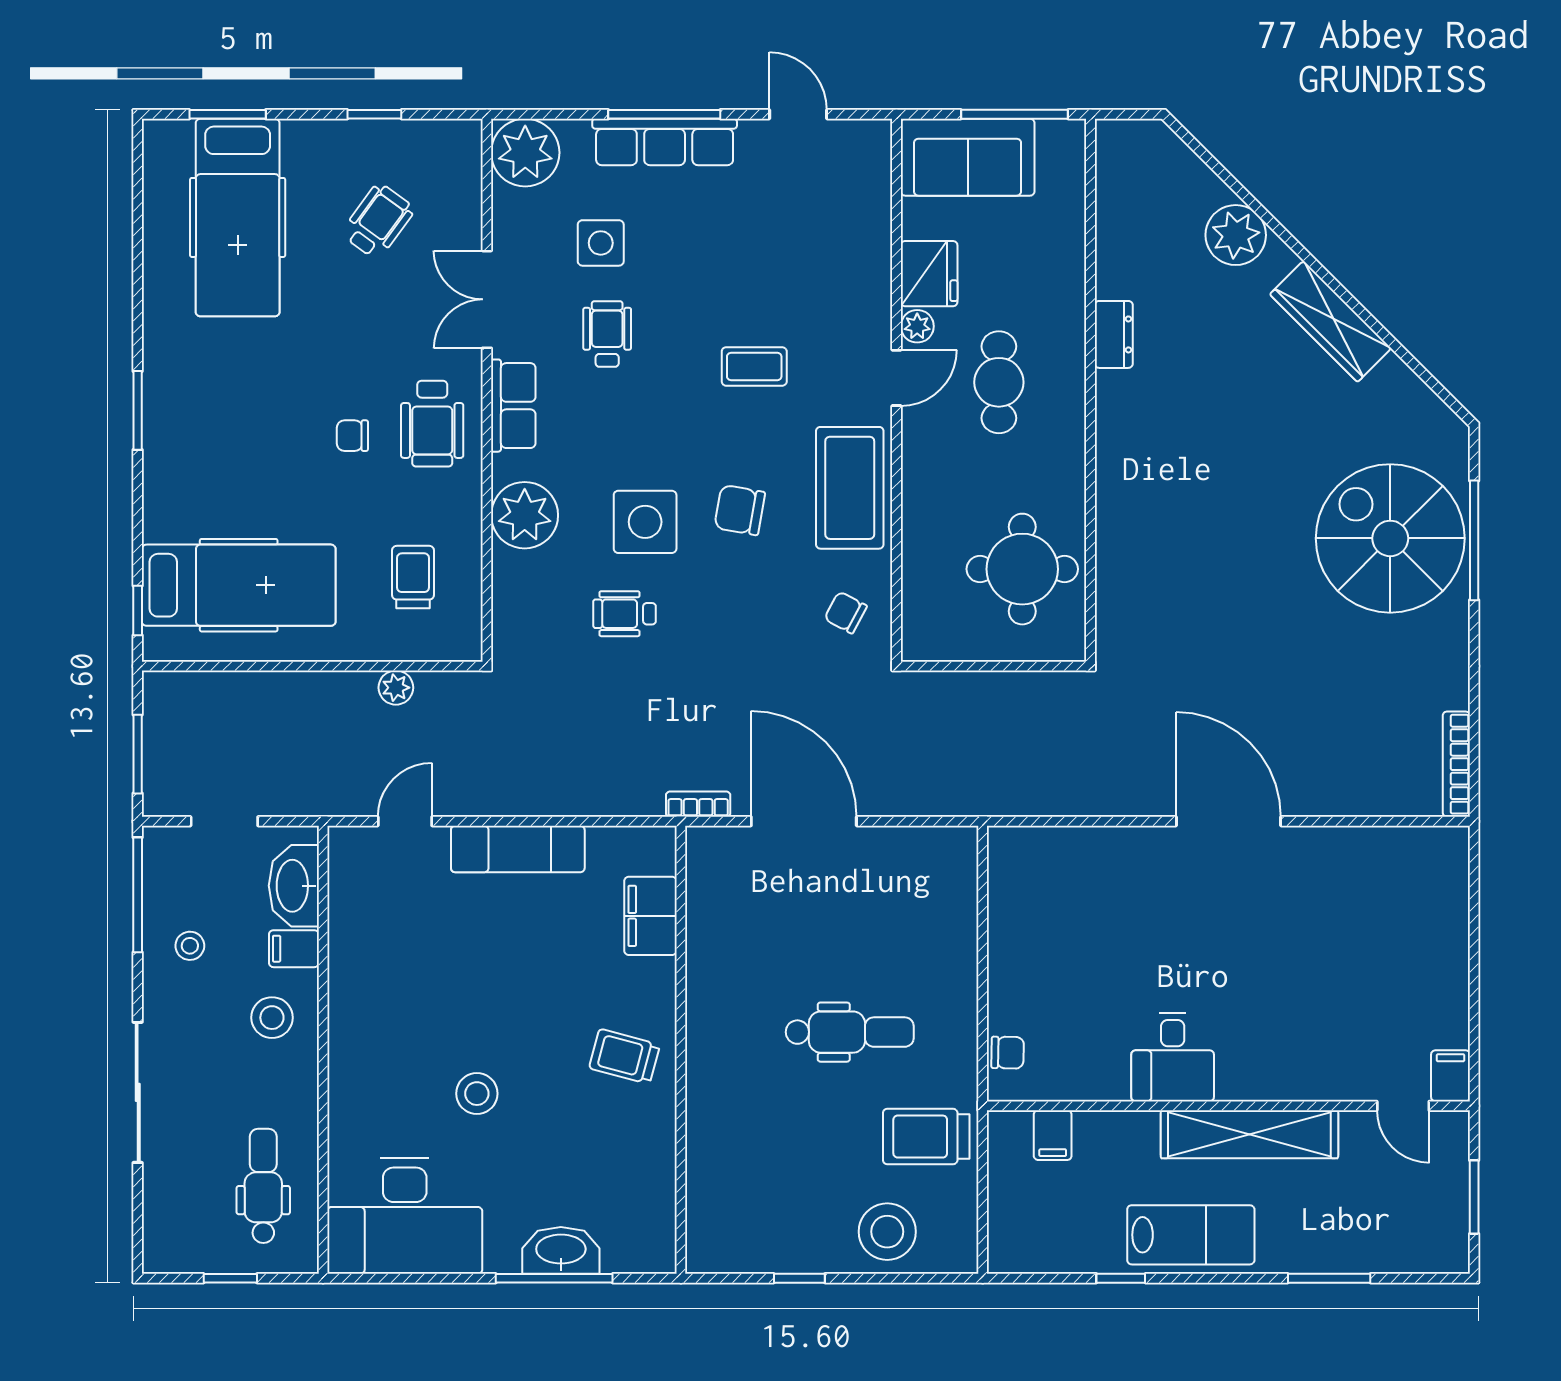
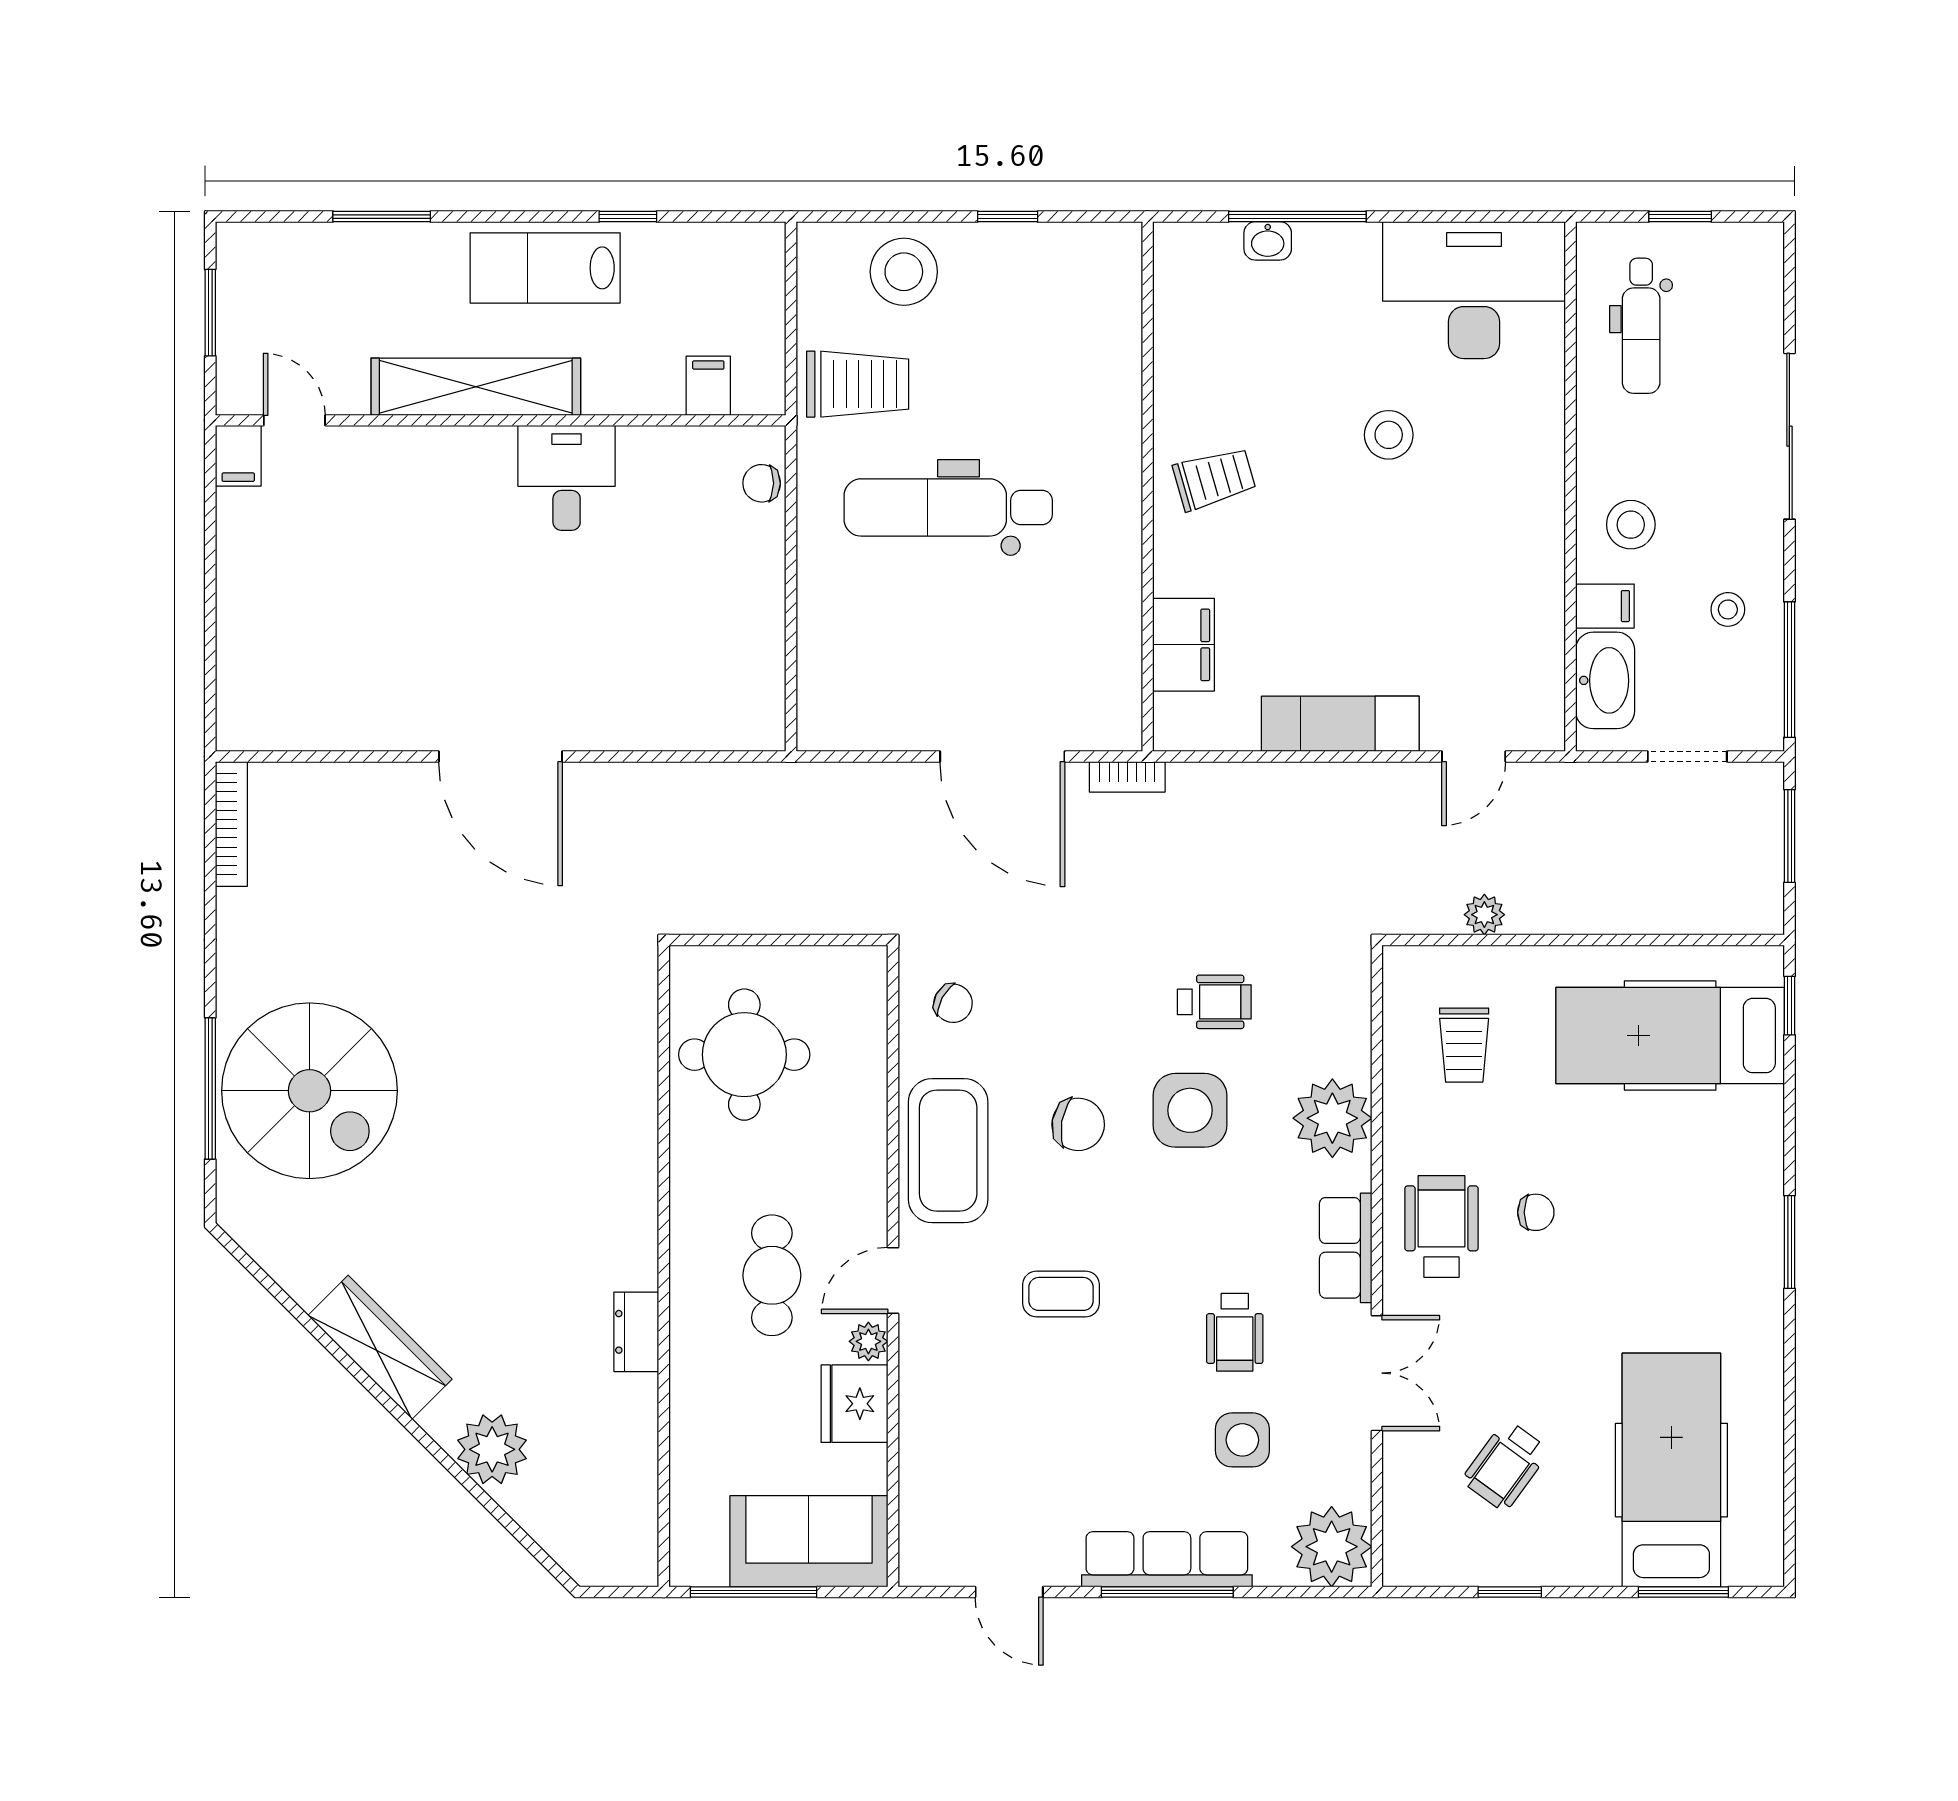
dental chair: (850, 1032) -> (948, 507), width x1.36, depth x1.38
trolley: (624, 1056) -> (1214, 479), turned -31
washbasin: (561, 1250) -> (1268, 241), width x0.52, depth x0.69

